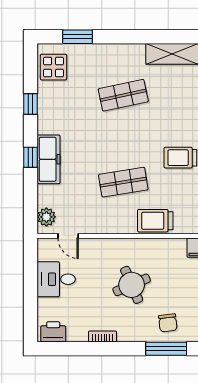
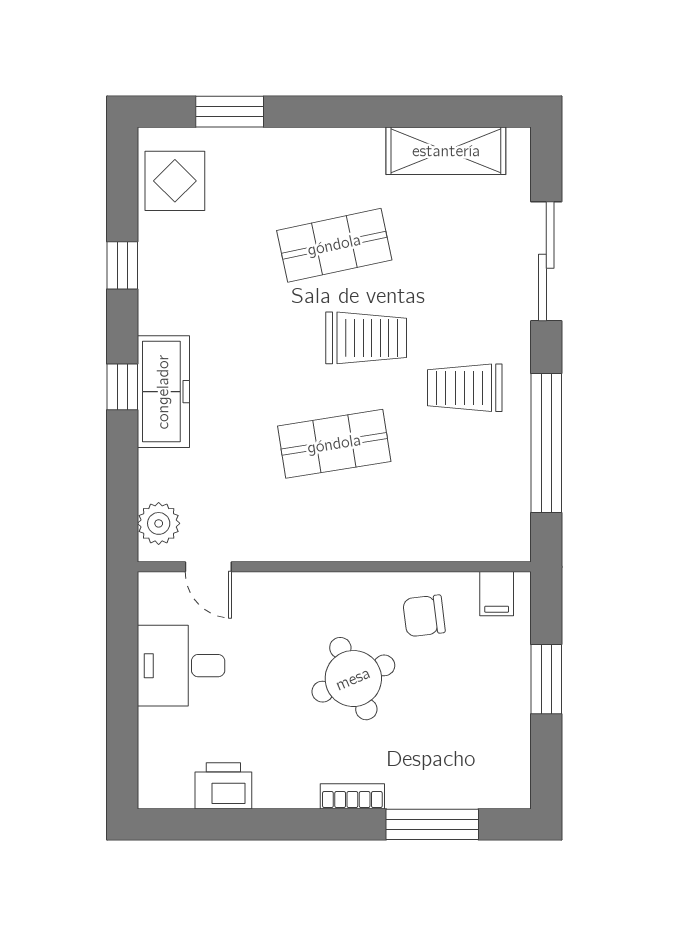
trolley: (155, 221) -> (366, 338), moved, turned 180
chair: (168, 323) -> (424, 616), moved, turned 90
printer: (53, 332) -> (223, 786), moved
bookcase: (103, 336) -> (352, 796), moved

